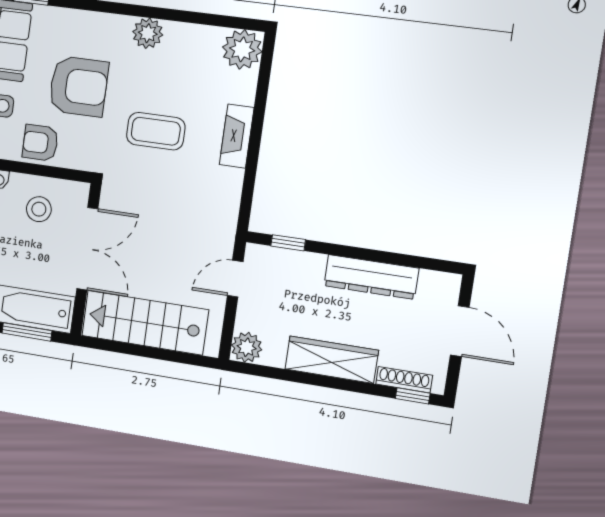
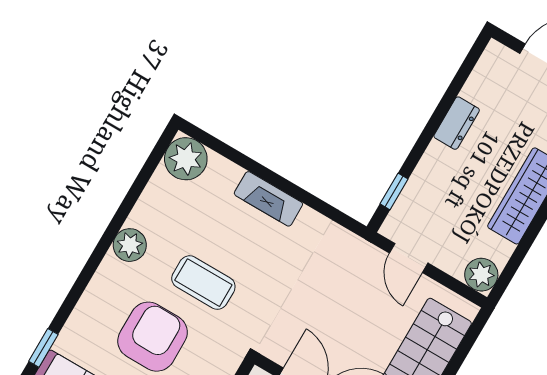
coffee table: (156, 131) -> (203, 283), moved, turned 90
dresser: (371, 277) -> (457, 123), width x0.51, depth x0.80

